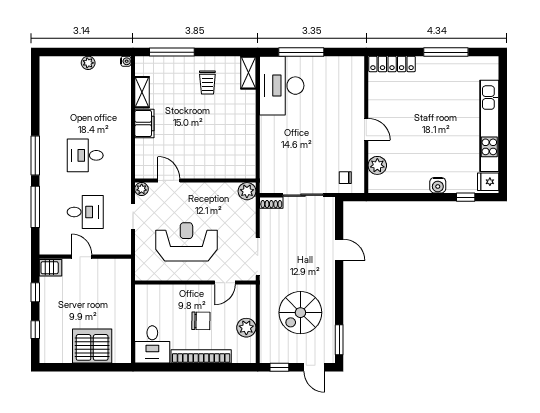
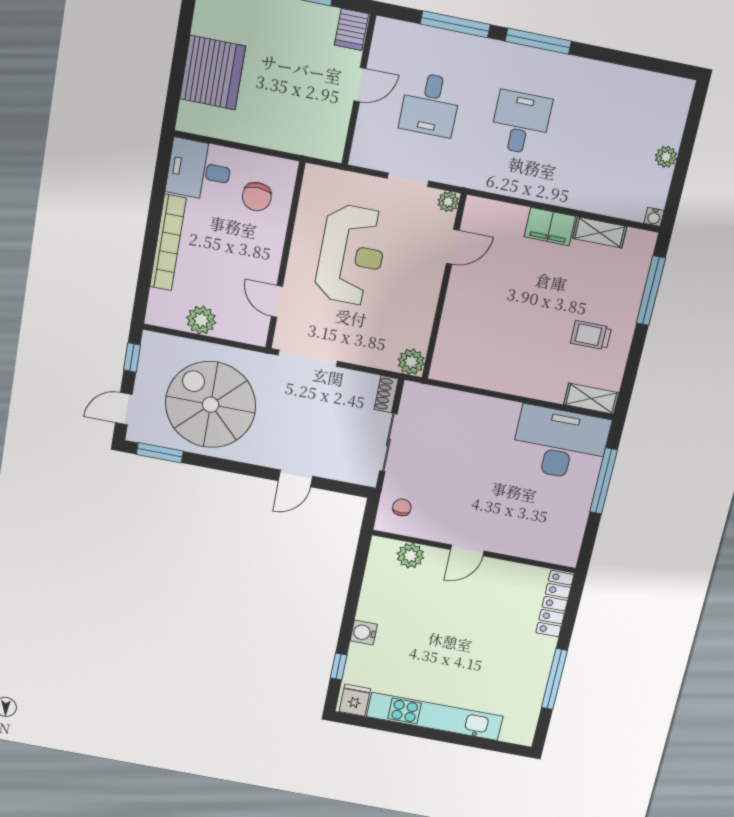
spiral stairs: (300, 313) -> (211, 405), width x1.37, depth x1.37
chair: (201, 321) -> (257, 197), moved

